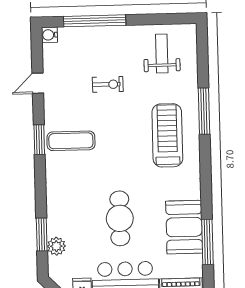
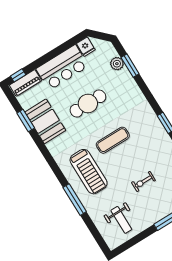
exercise mat: (71, 141) -> (113, 140), moved
cafe table: (120, 218) -> (88, 104), turned 90
window: (207, 242) -> (26, 121), width x0.69

